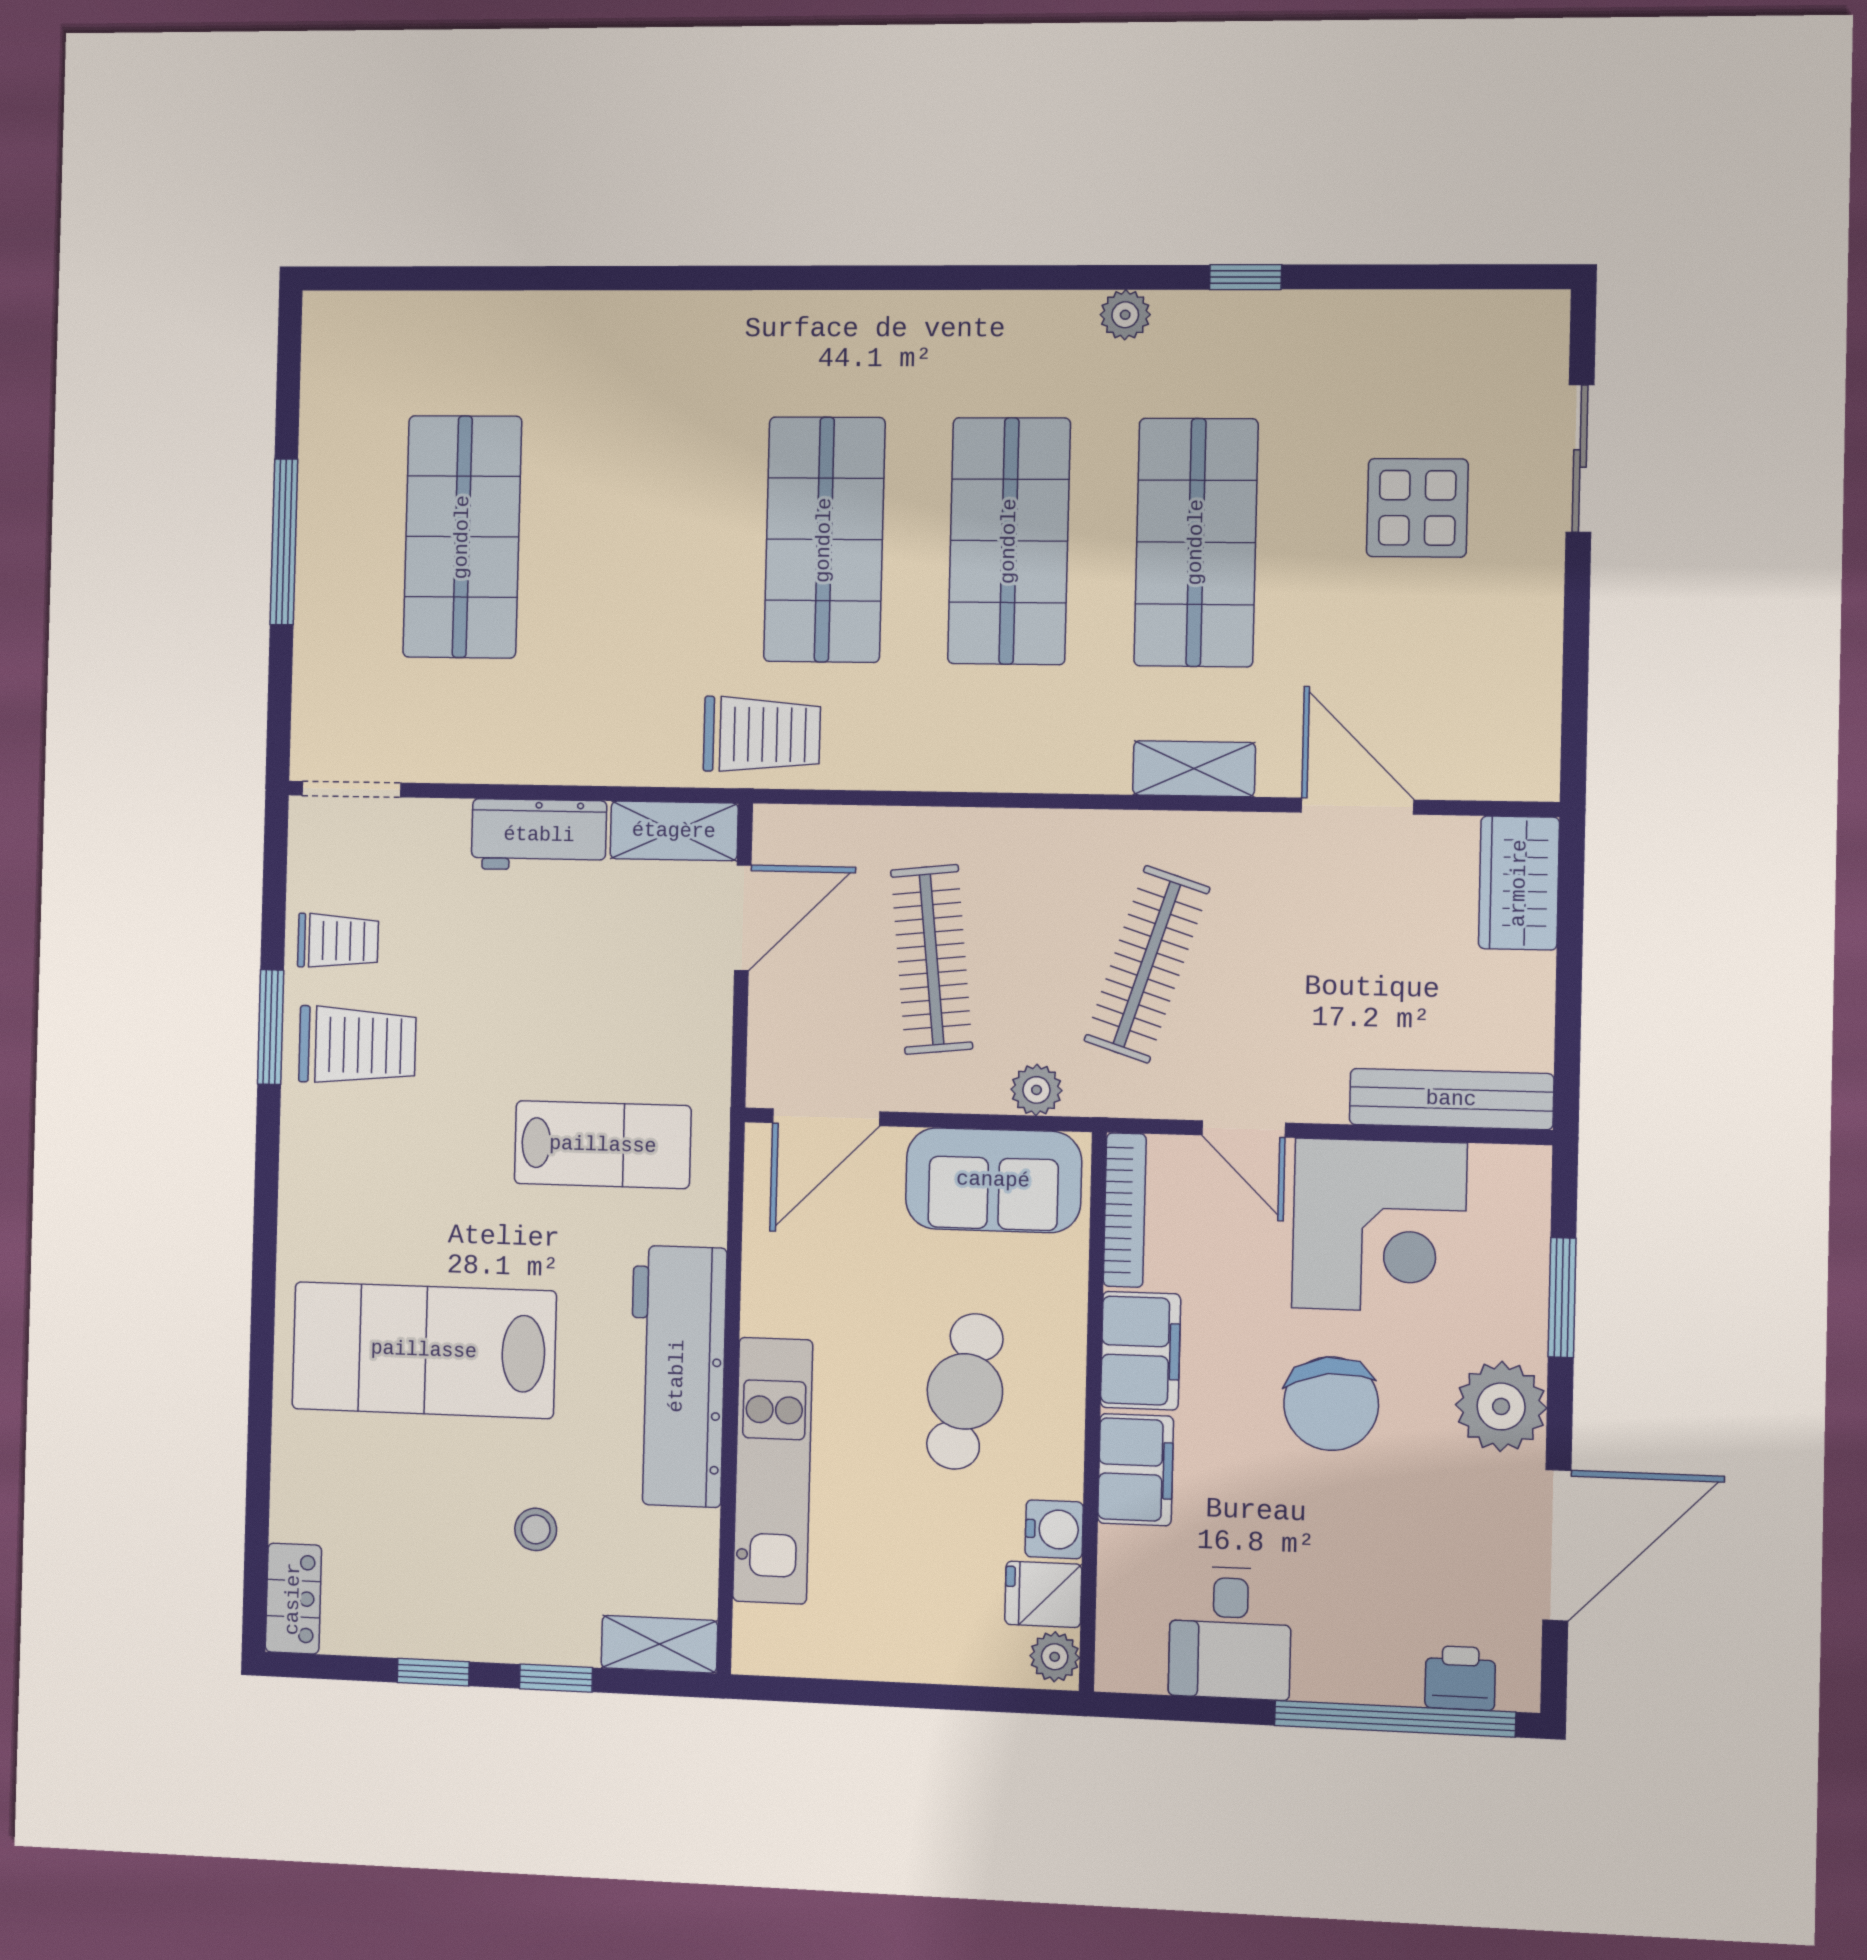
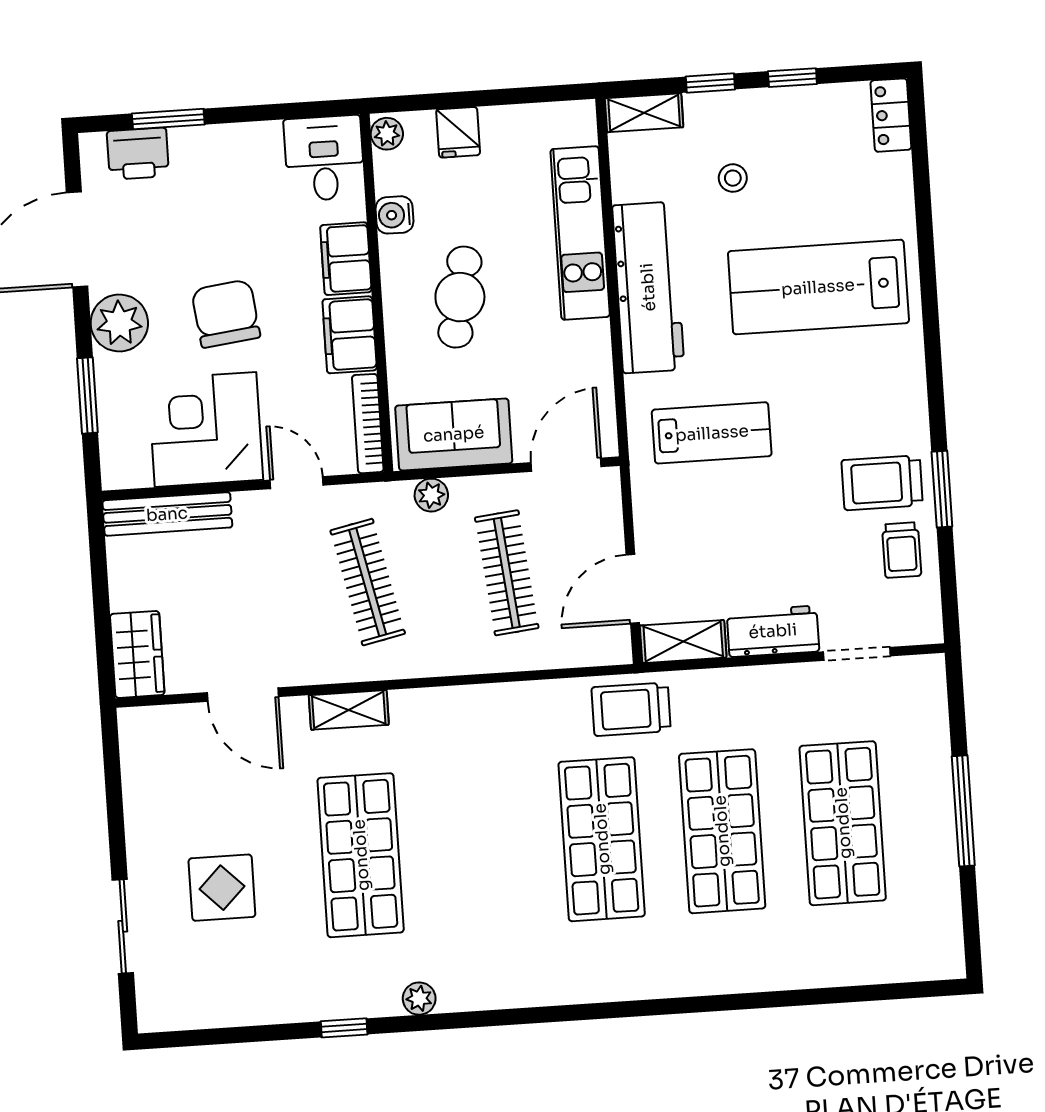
shop shelf: (1009, 541) -> (722, 831), moved
doorway: (351, 789) -> (857, 654), moved
trolley: (338, 941) -> (902, 550), turned -90
clothes rail: (1147, 964) -> (368, 582), turned -30
lab bench: (603, 1145) -> (712, 433), turned 180
lab bench: (424, 1350) -> (818, 287), turned 180
fridge: (1043, 1594) -> (458, 132), moved, turned 90
desk: (1230, 1633) -> (324, 158), moved
printer: (1460, 1678) -> (138, 154), width x1.36, depth x1.24
window: (1395, 1719) -> (168, 119), width x0.47

